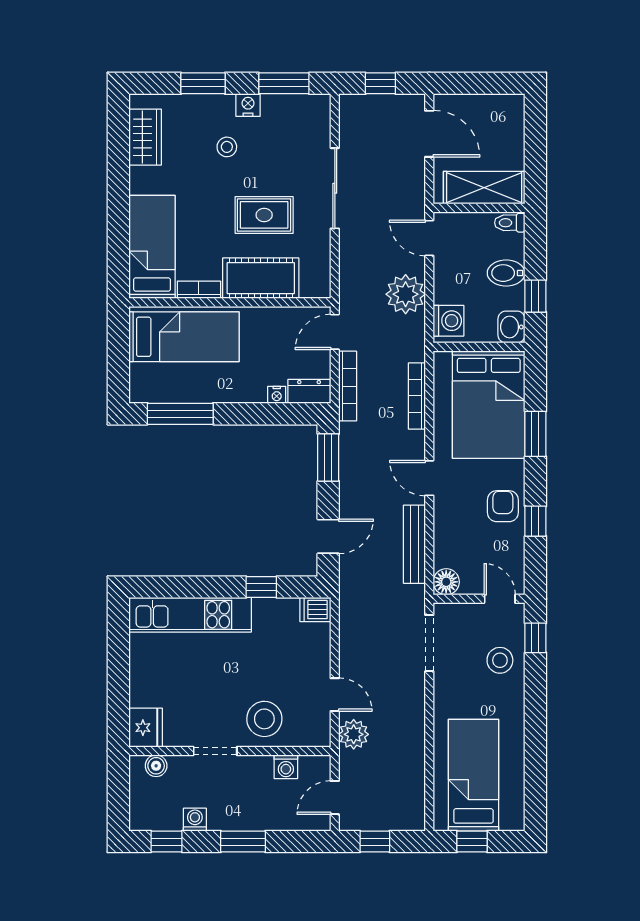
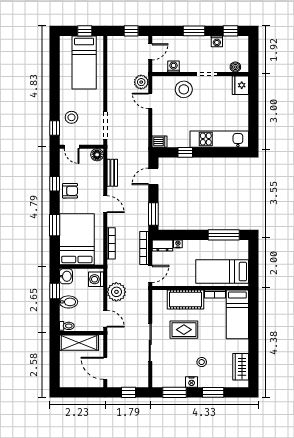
armchair: (503, 506) -> (70, 191), turned -90
bench: (414, 544) -> (112, 173), width x0.73

